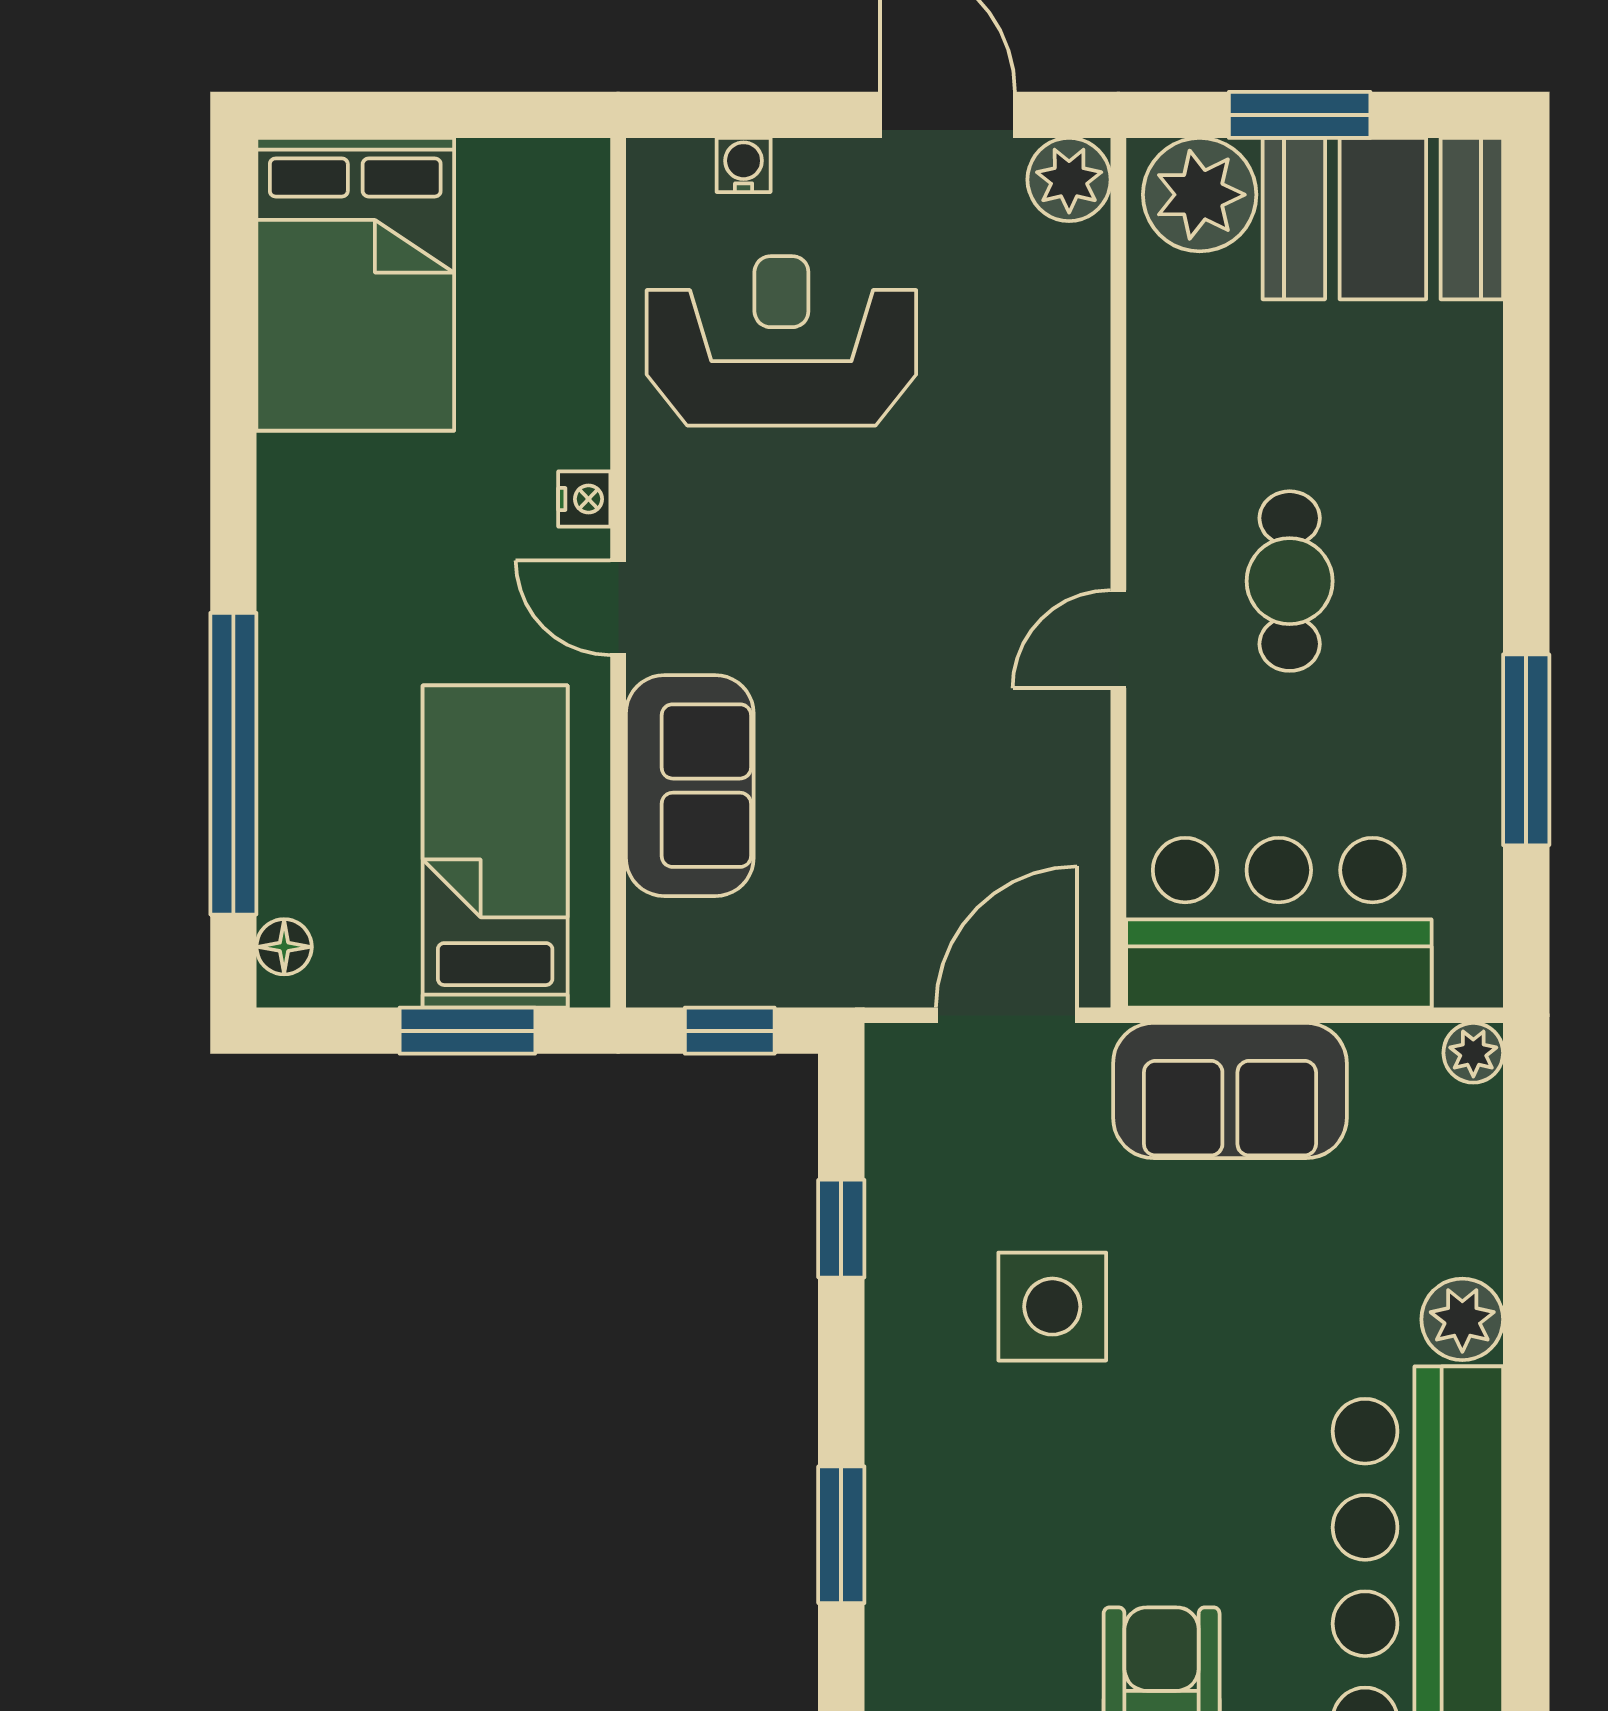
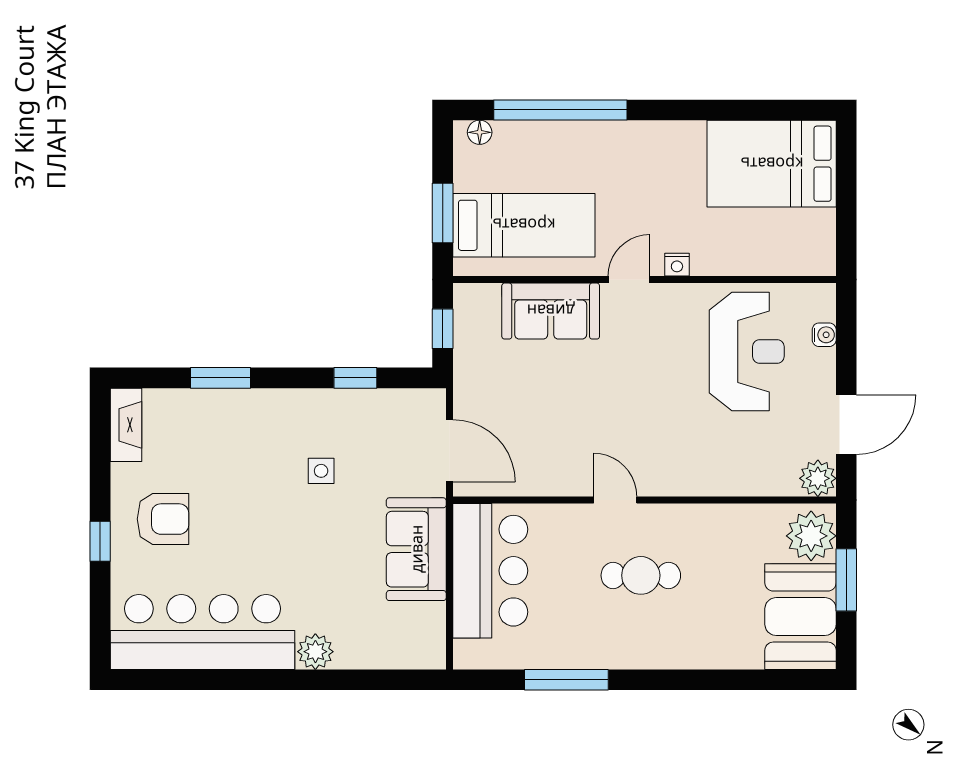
plant: (1473, 1053) -> (433, 656), removed
side table: (1052, 1307) -> (321, 471), width x0.54, depth x0.54

